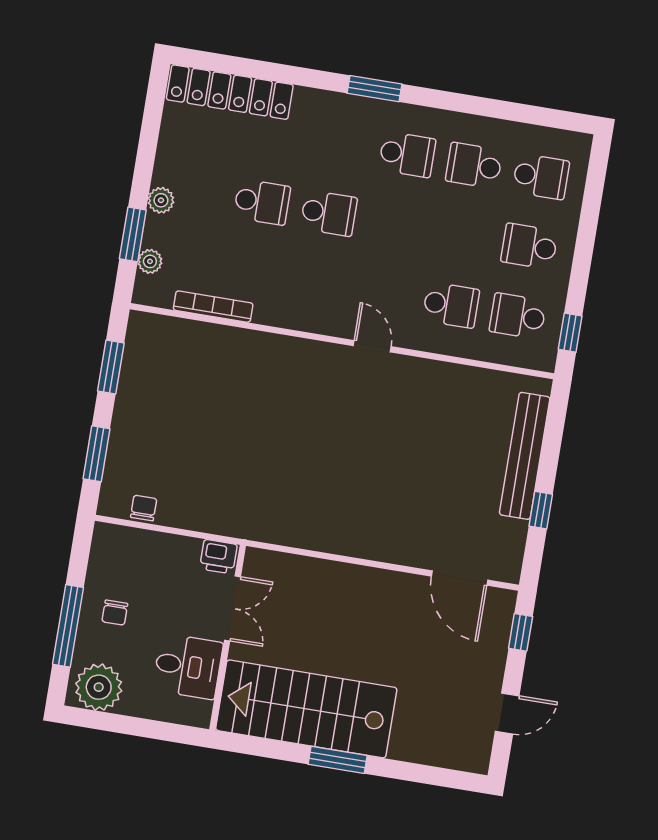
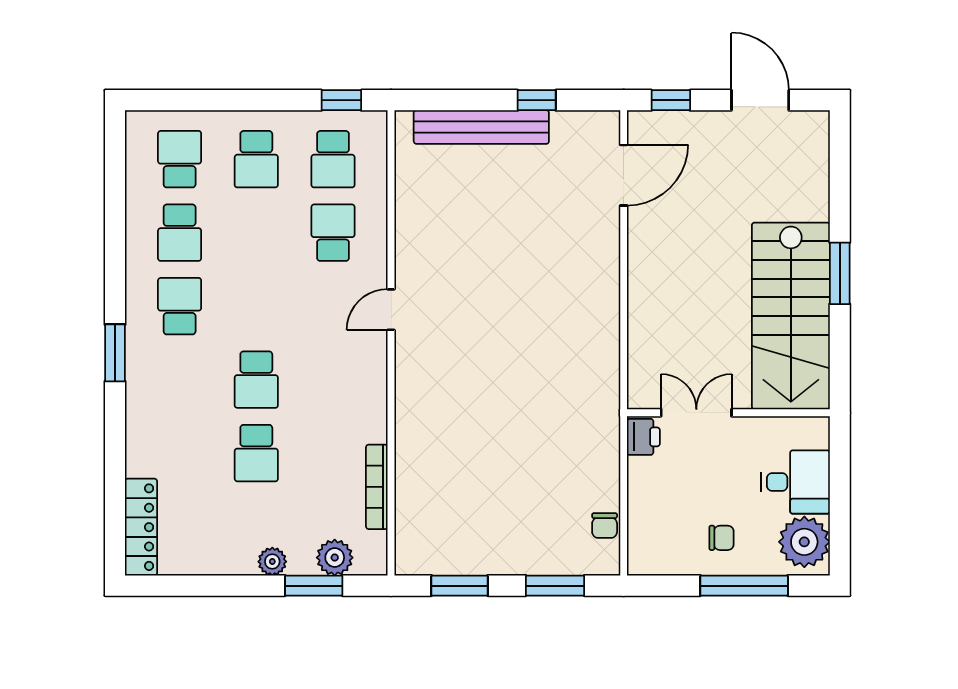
locker: (230, 92) -> (141, 527), width x0.71, depth x0.83
school desk: (262, 202) -> (256, 453), turned 180
school desk: (329, 213) -> (256, 380), turned 180
plant: (150, 261) -> (335, 558), width x1.38, depth x1.38
chair: (144, 508) -> (605, 526), turned -90
desk: (188, 666) -> (796, 482), moved, turned 90
door: (507, 713) -> (760, 100), width x1.38

